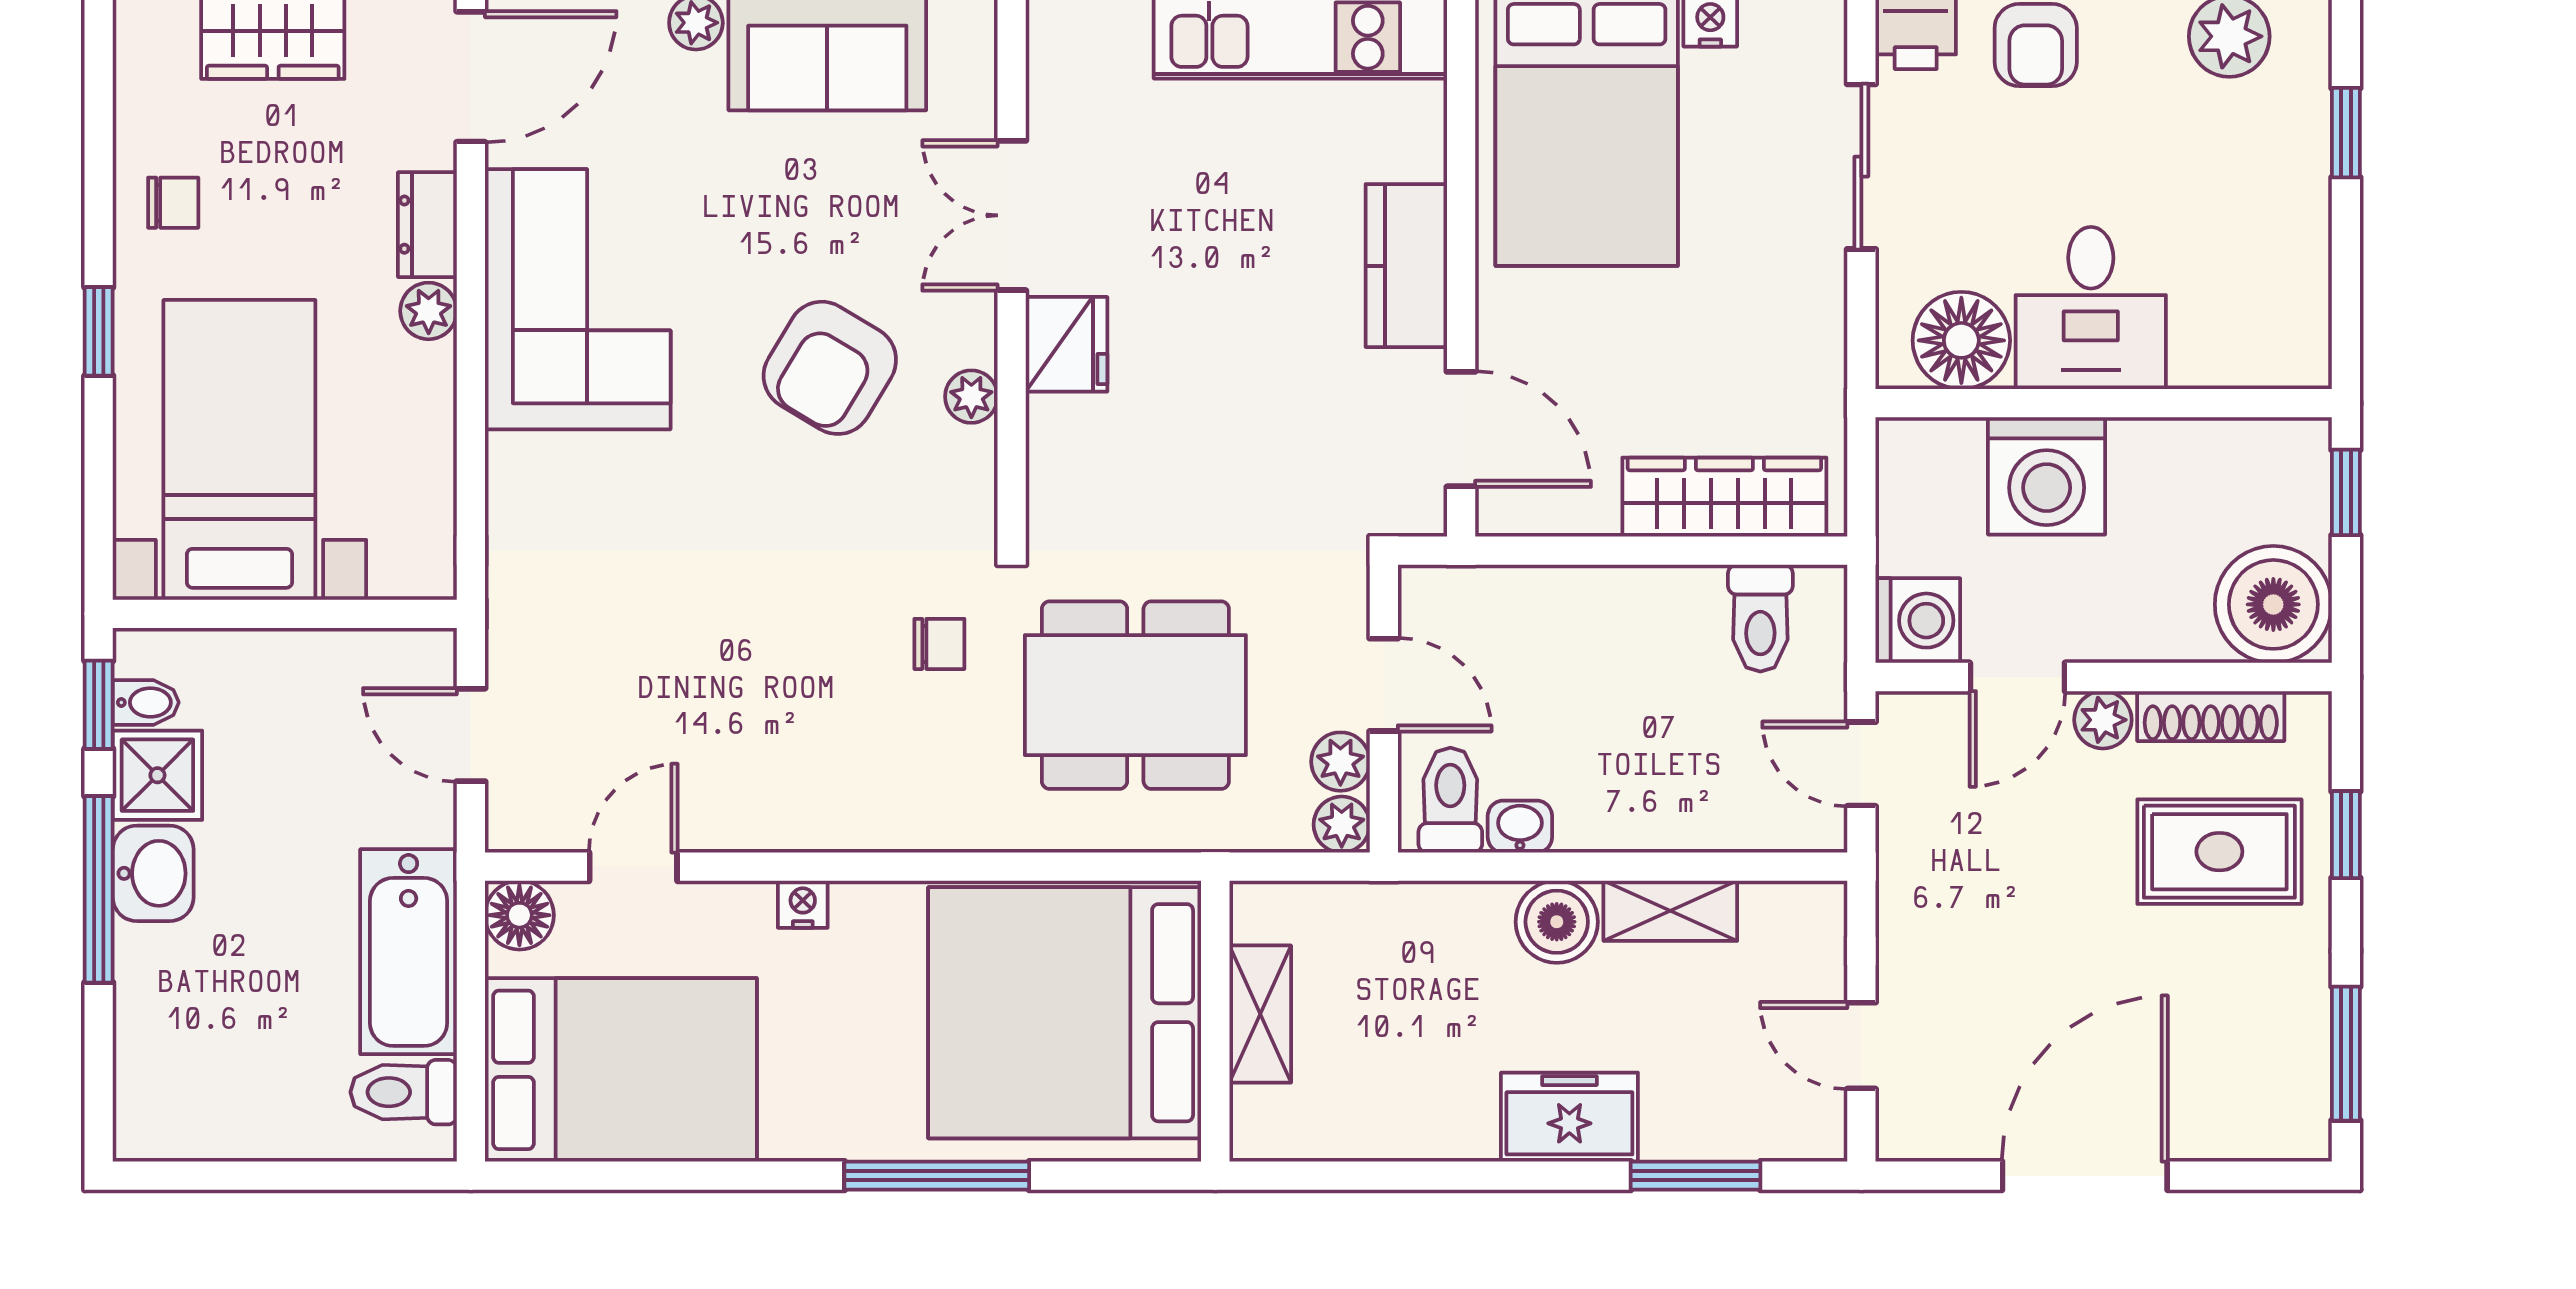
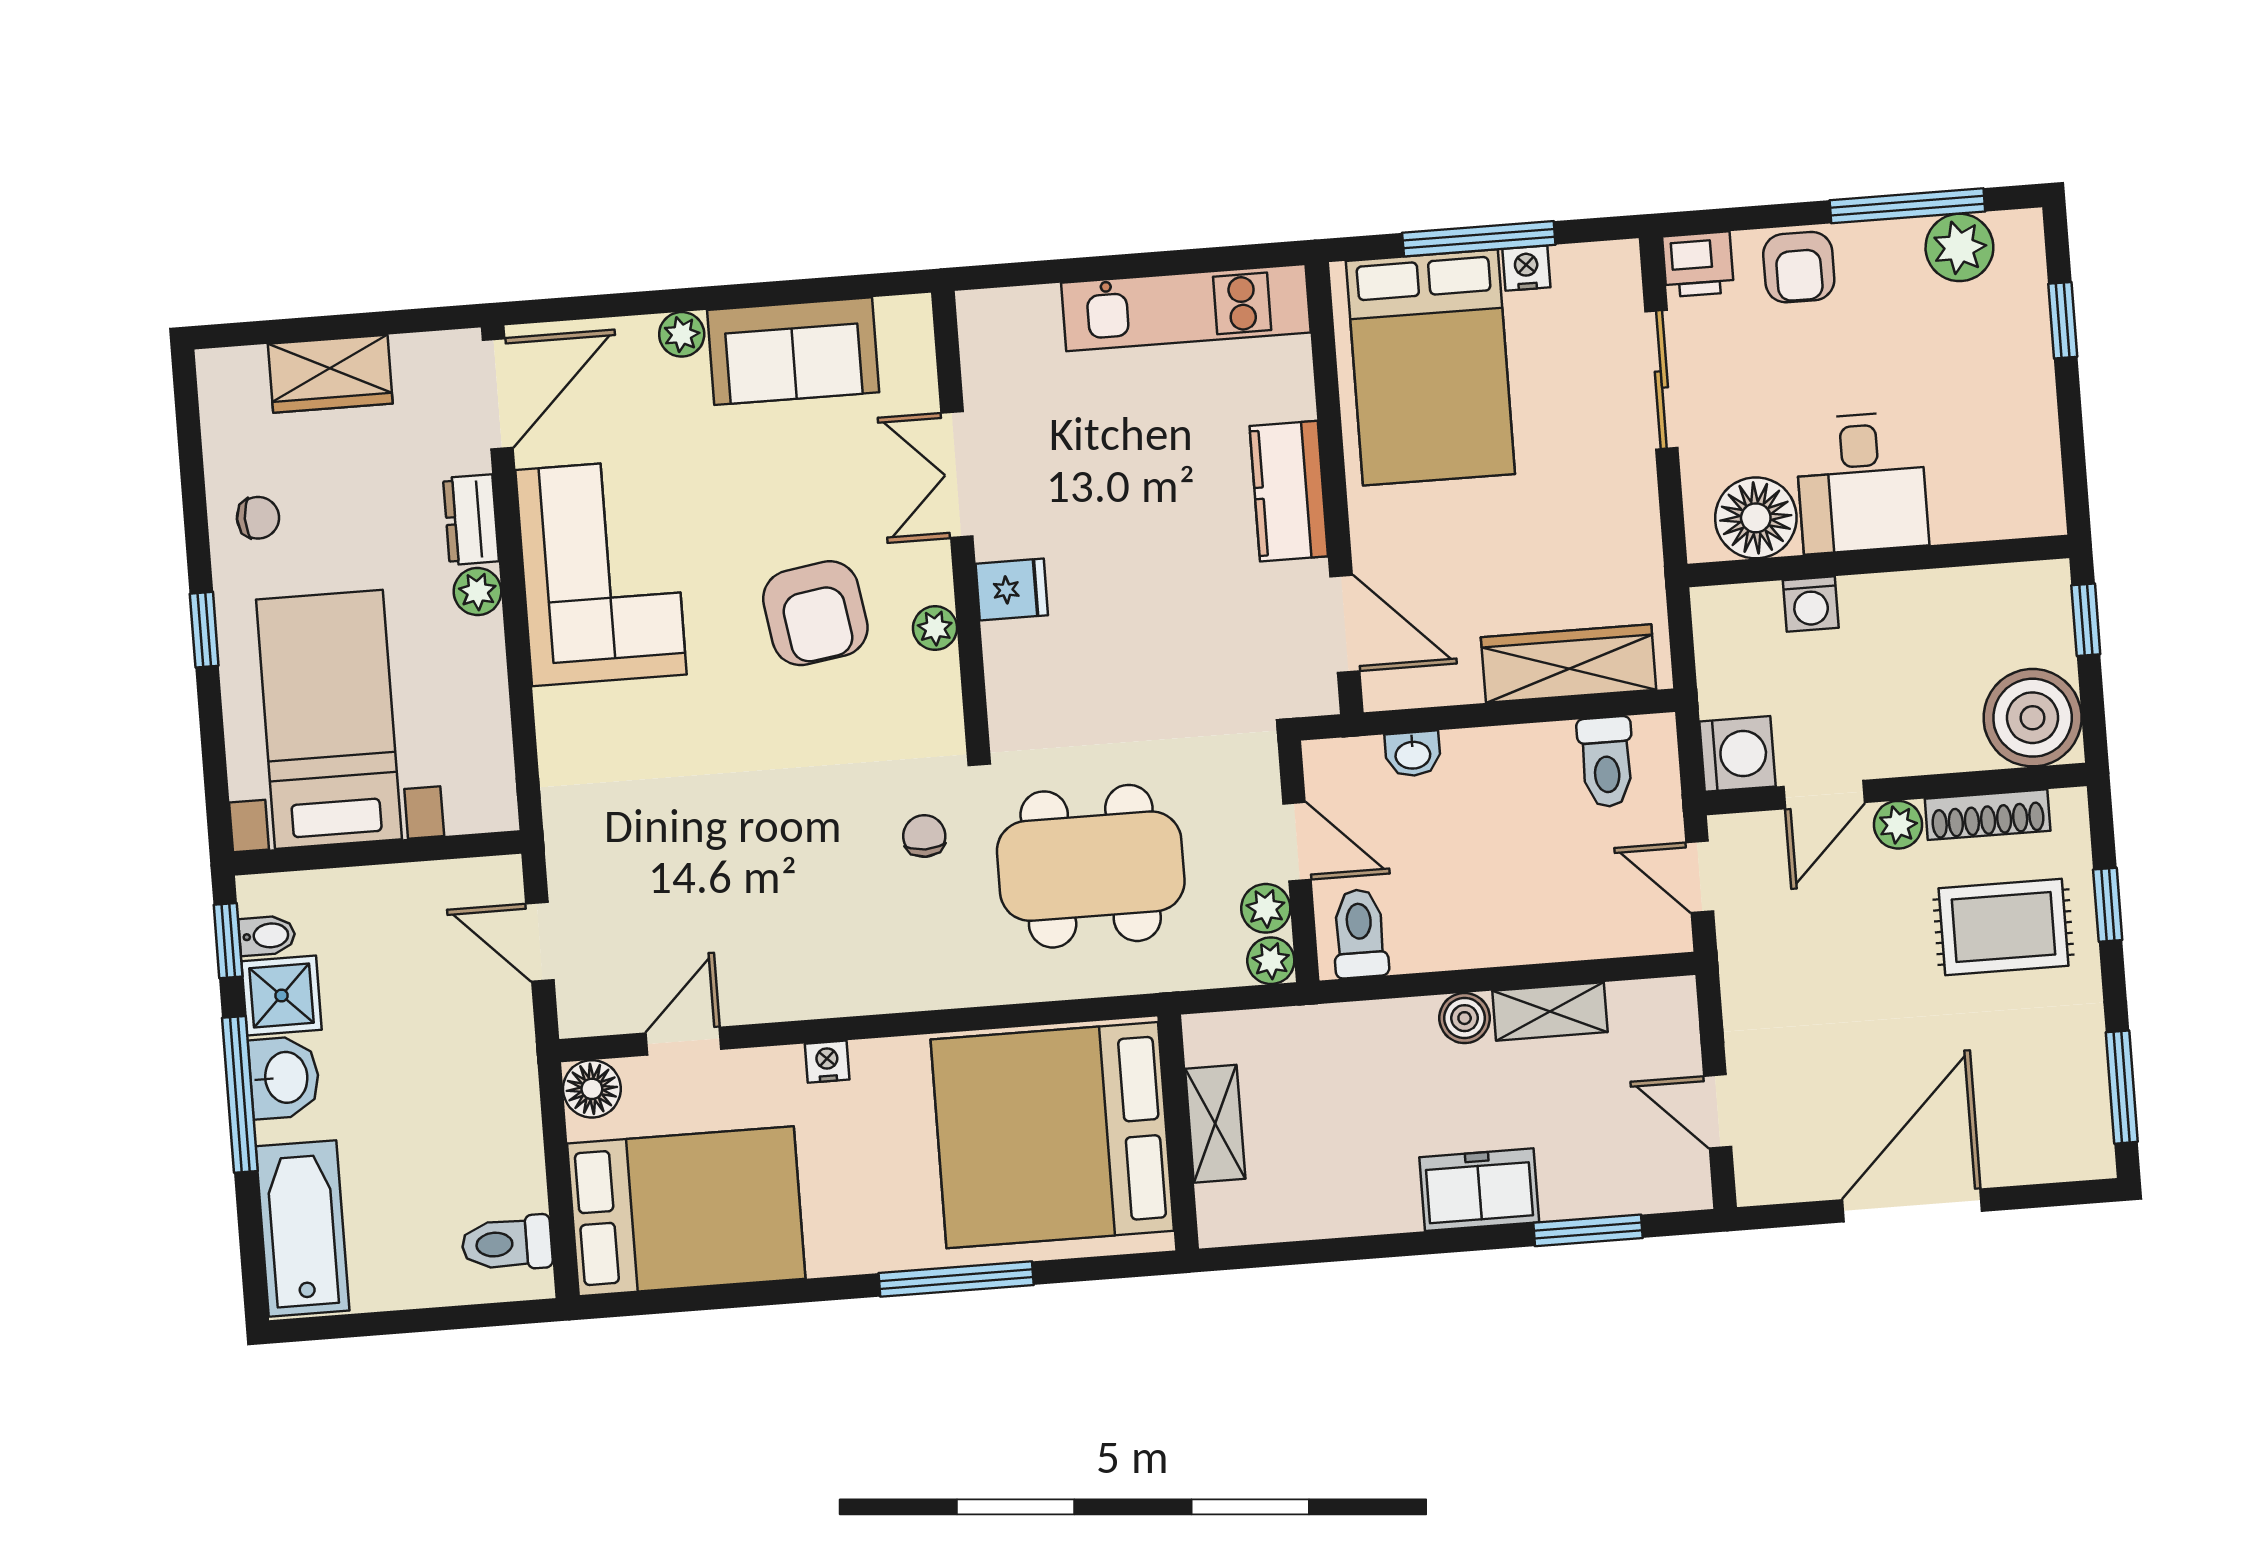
fridge: (1066, 344) -> (1012, 589), width x0.72
armchair: (830, 368) -> (815, 613), turned -40
washing machine: (2047, 476) -> (1811, 604), width x0.53, depth x0.53
chair: (939, 644) -> (924, 836), turned -90
washbasin: (1520, 827) -> (1413, 754), moved, turned 180
boiler: (1557, 922) -> (1465, 1018), width x0.73, depth x0.73
bathtub: (409, 952) -> (302, 1228), moved, turned 180

